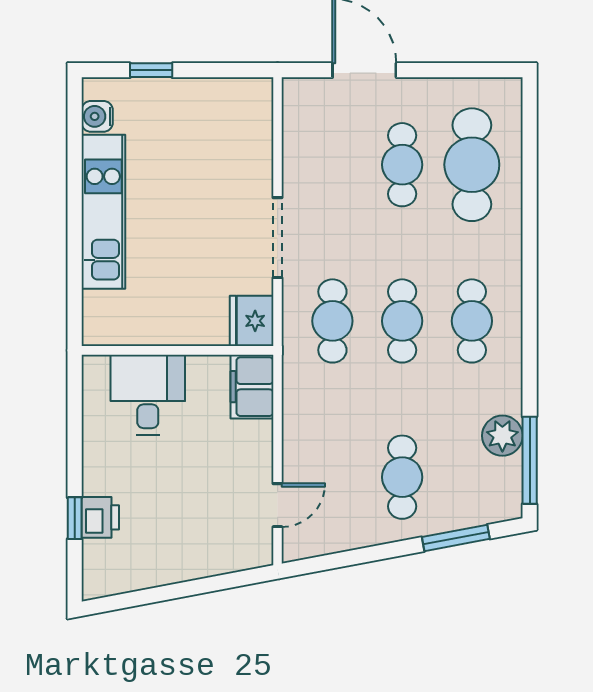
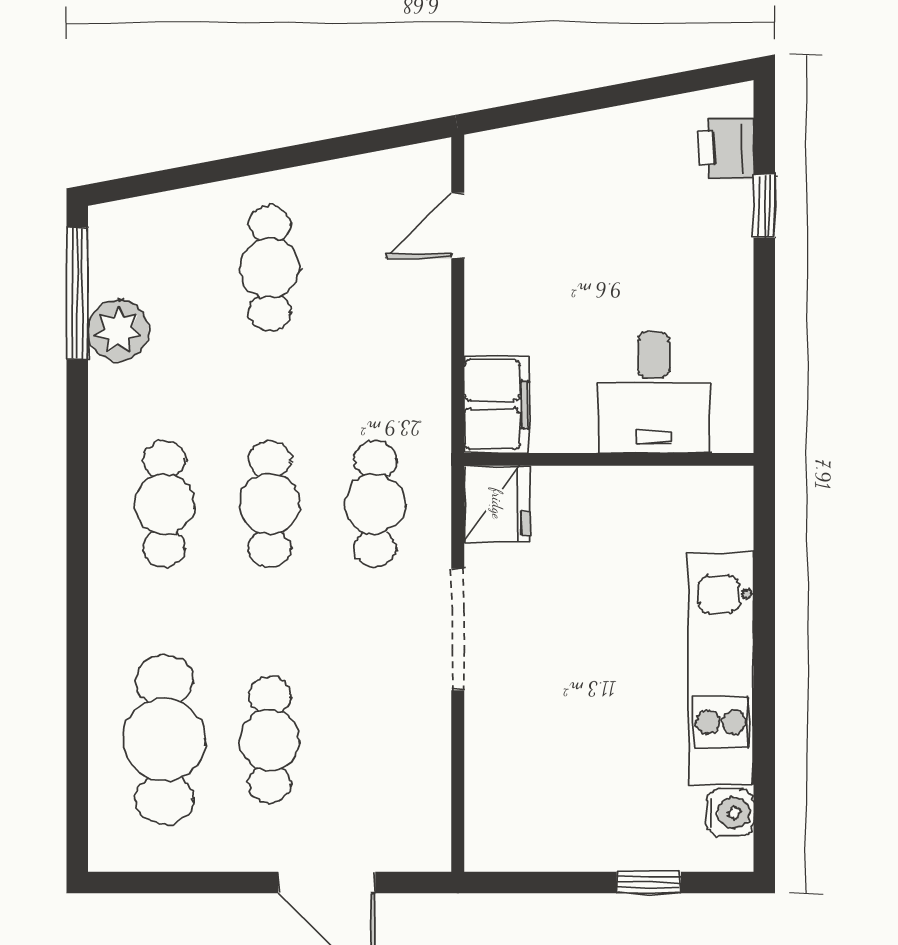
printer: (100, 517) -> (726, 148), moved
window: (456, 538) -> (188, 176), removed

